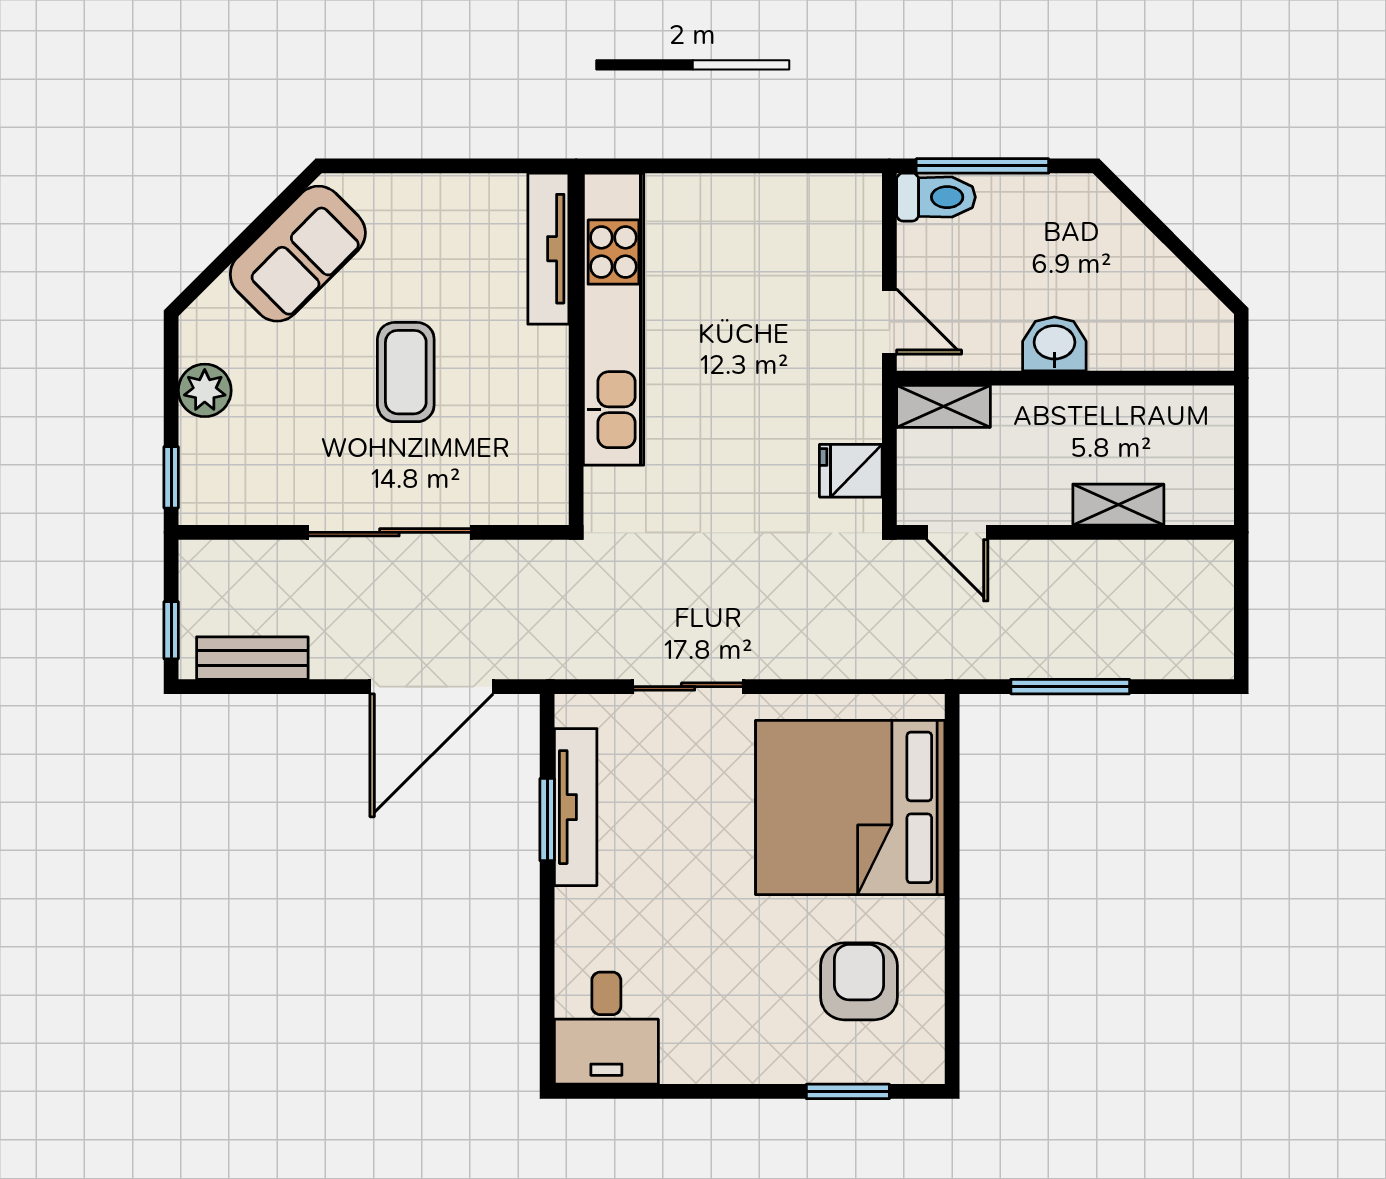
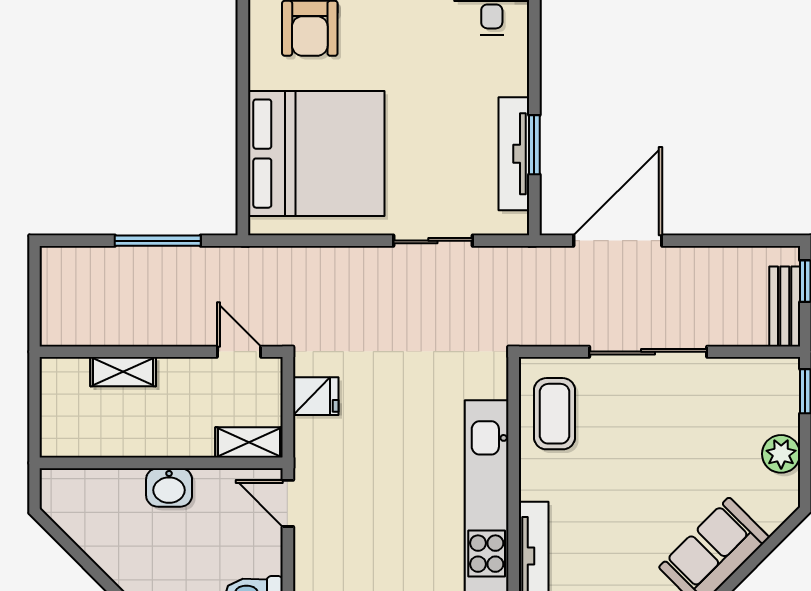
coffee table: (406, 372) -> (555, 414), moved
bench: (252, 658) -> (785, 306), moved, turned 90

